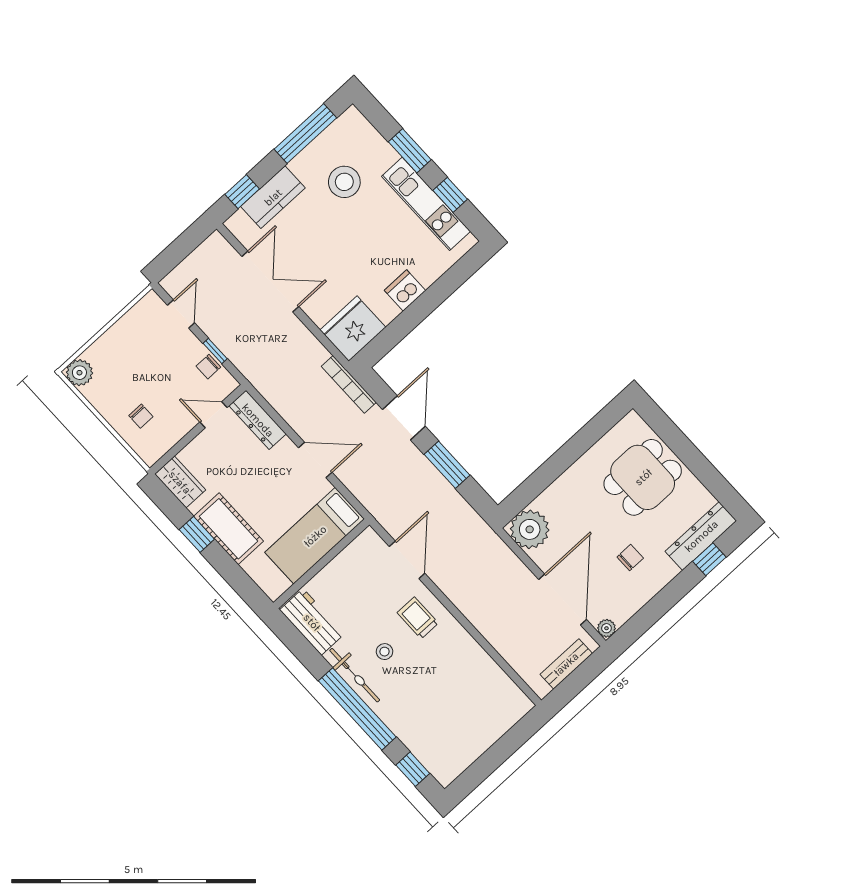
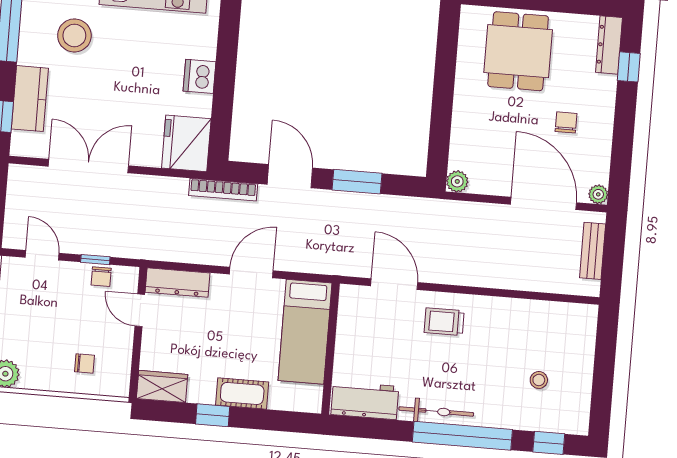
door: (214, 415) -> (140, 310), hinge flipped
cot: (229, 529) -> (242, 393), width x0.73, depth x0.75
plant: (530, 529) -> (457, 181), width x0.53, depth x0.53
dresser: (701, 536) -> (609, 45), width x0.73, depth x0.80
stool: (384, 652) -> (539, 380), moved

